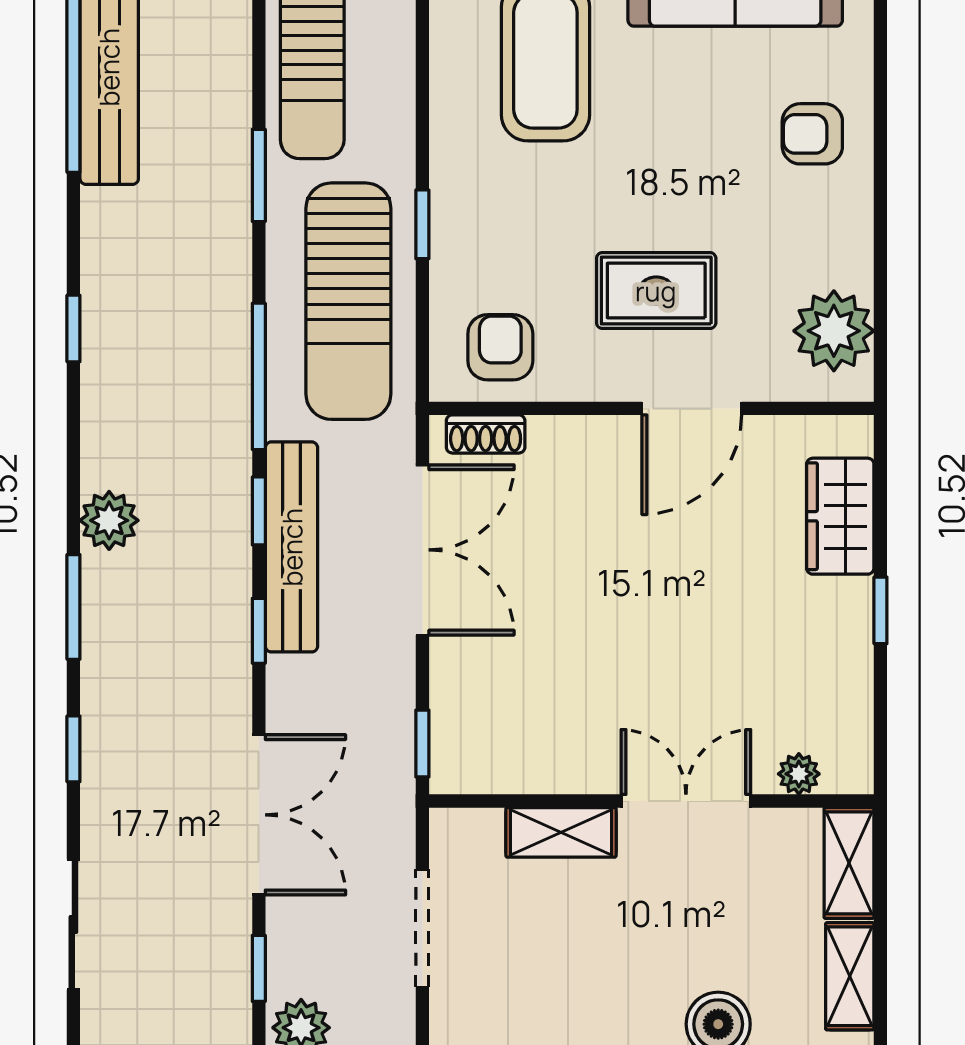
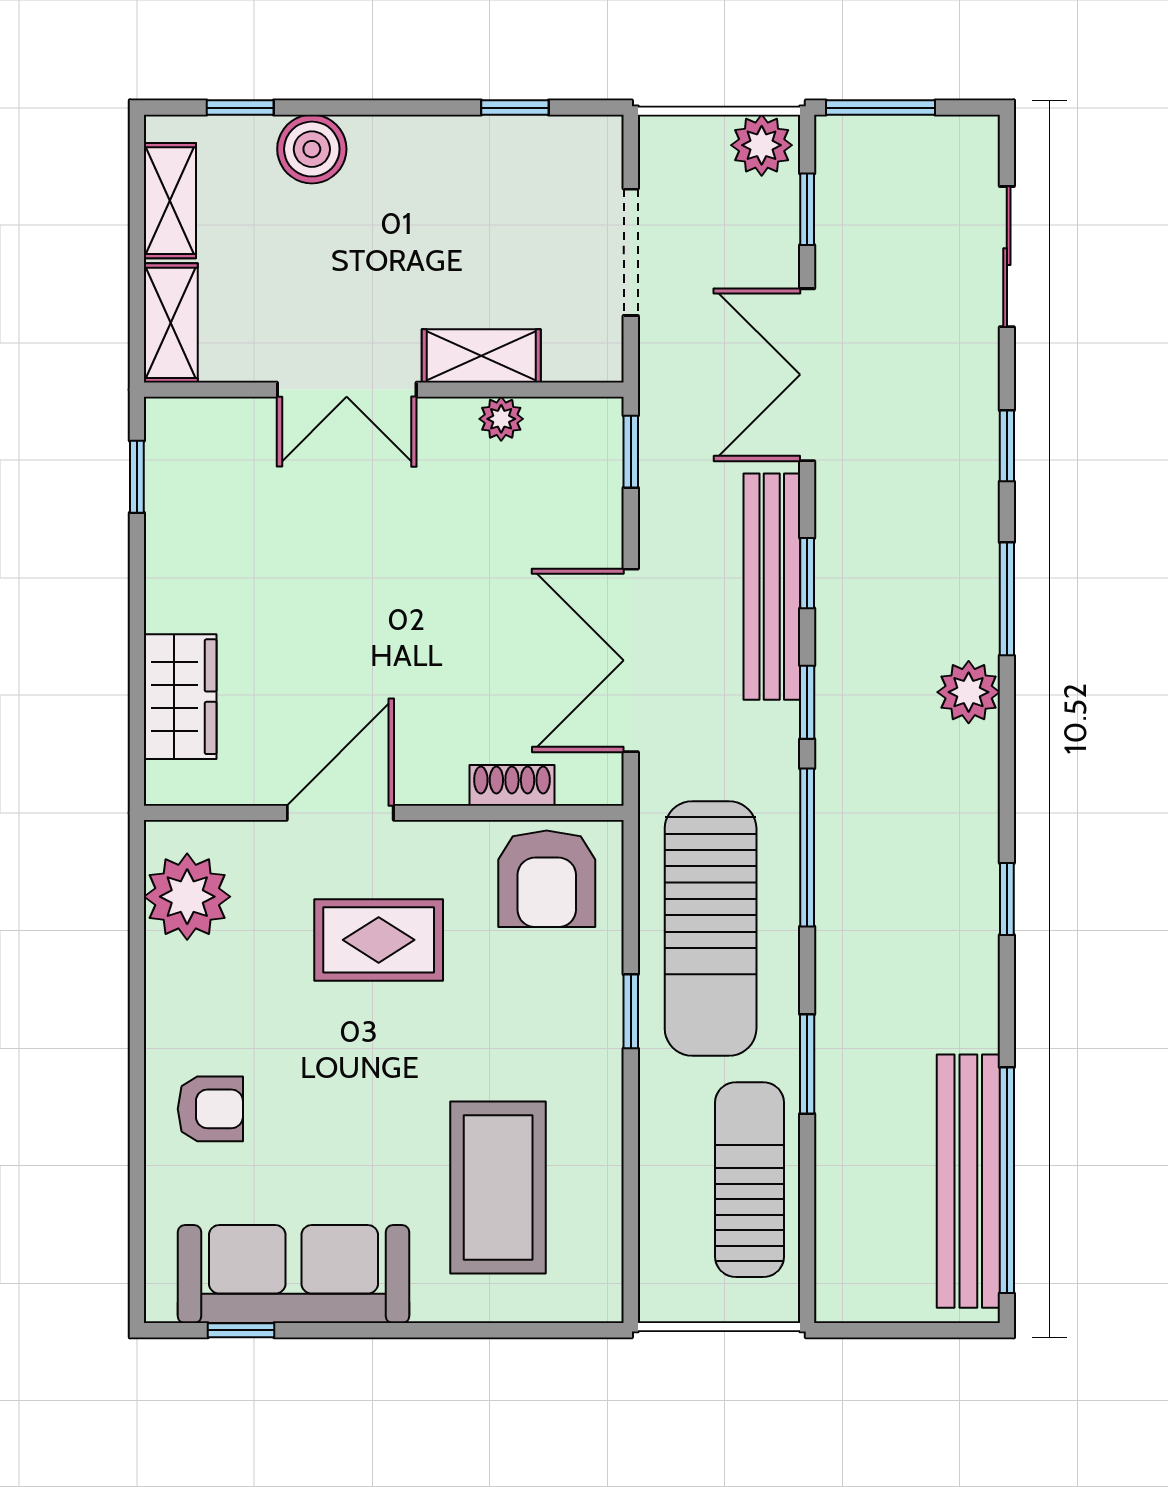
sun lounger: (348, 301) -> (711, 928), turned 180
armchair: (500, 347) -> (547, 879), width x1.38, depth x1.38
shoe rack: (486, 434) -> (512, 785), moved
bench: (292, 547) -> (772, 587), moved
window: (880, 610) -> (137, 477), moved
plant: (799, 774) -> (501, 419), moved

